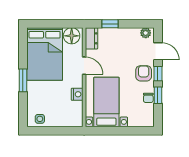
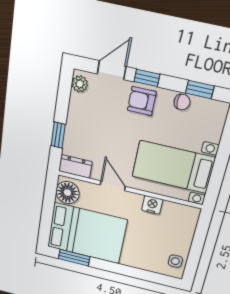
door: (84, 66) -> (113, 186), hinge flipped
window: (23, 80) -> (74, 258), moved
window: (158, 95) -> (200, 89), moved

